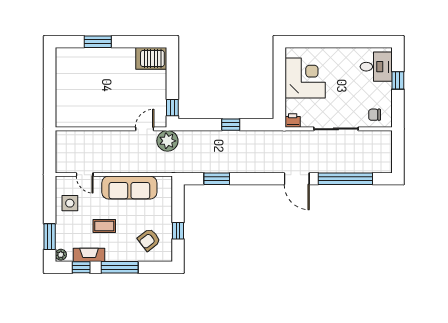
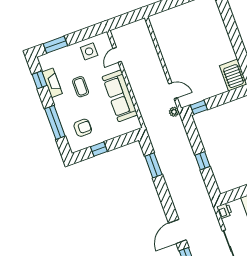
window: (98, 42) -> (231, 26), removed
plant: (167, 141) -> (174, 112), width x0.53, depth x0.53
armchair: (149, 240) -> (83, 128), turned 128
plant: (61, 255) -> (44, 59), removed
window: (120, 267) -> (55, 122), moved

